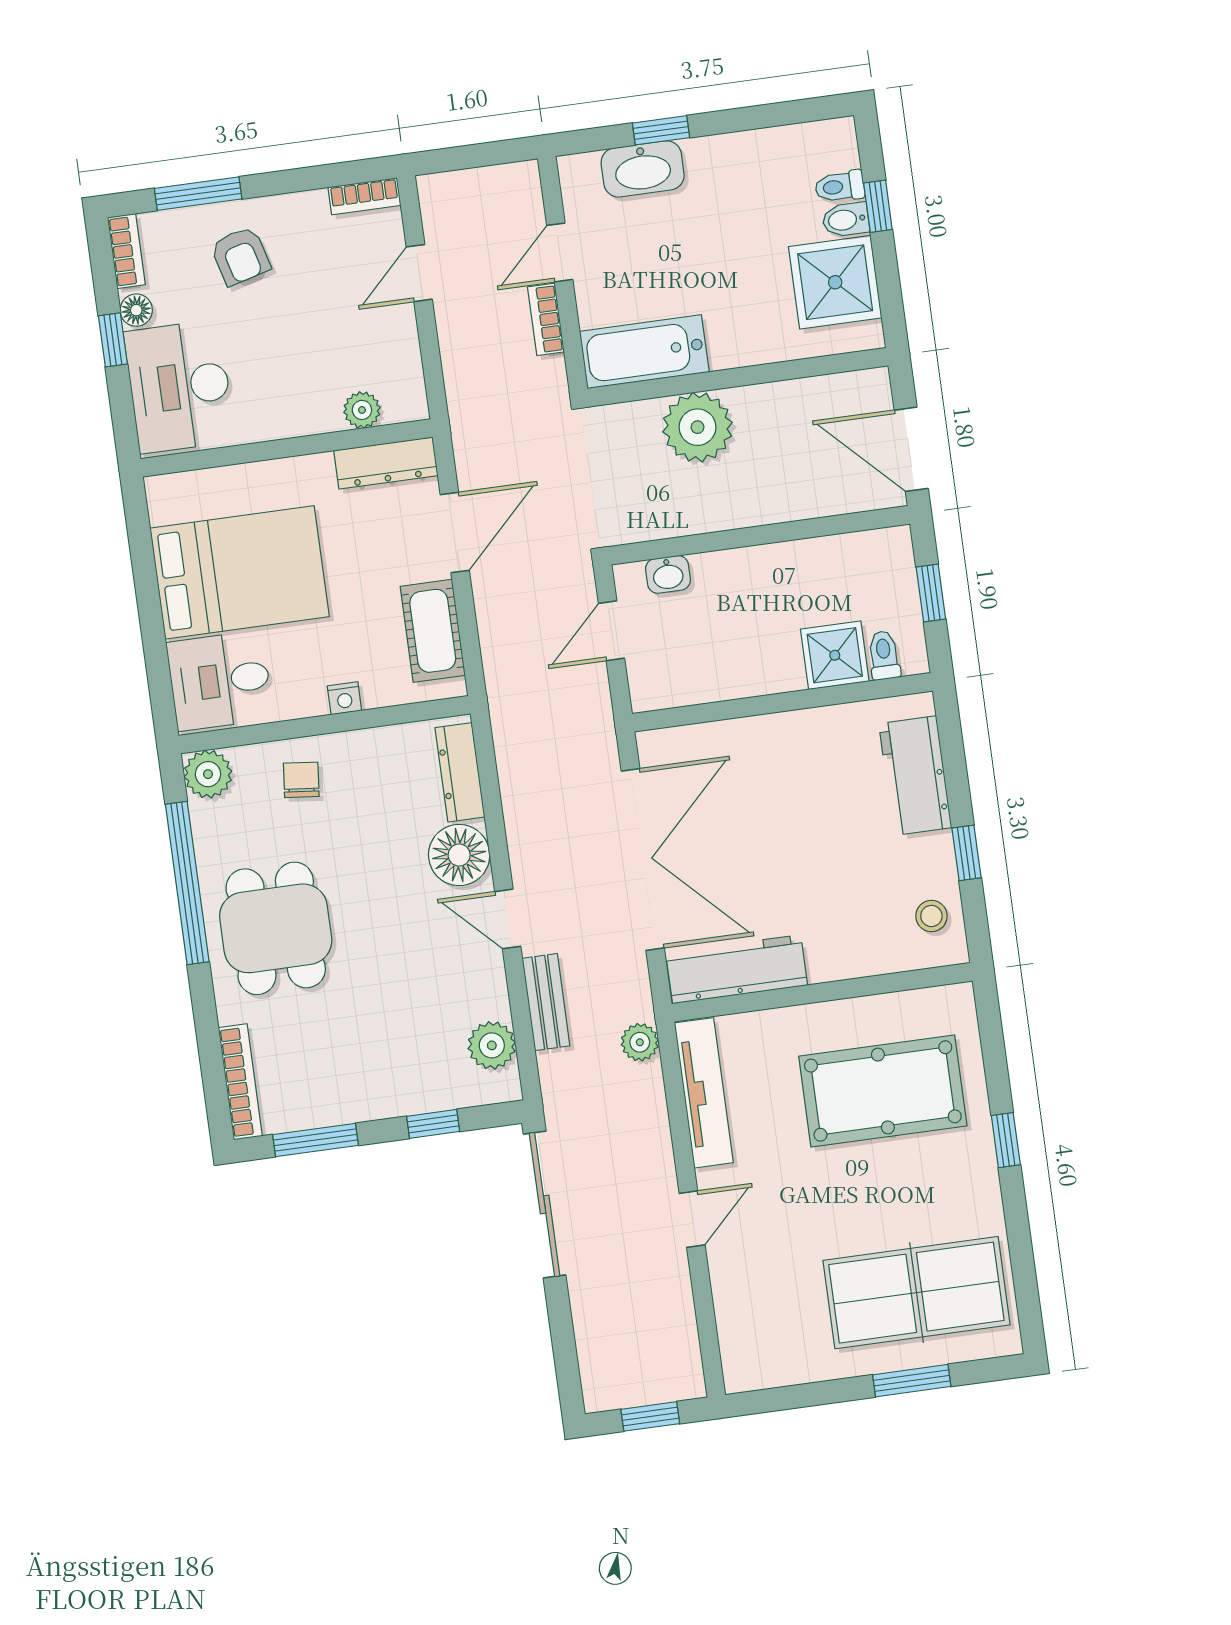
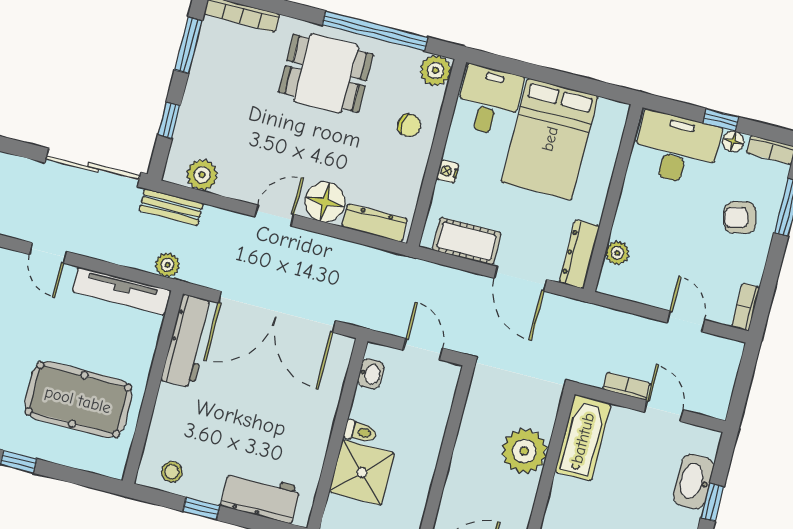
washbasin: (668, 574) -> (371, 374), moved, turned 180
shower: (835, 655) -> (362, 473), width x1.36, depth x1.36
toilet: (884, 655) -> (360, 432), moved
bench: (546, 1002) -> (171, 207), moved
pool table: (883, 1091) -> (78, 400), turned 90

